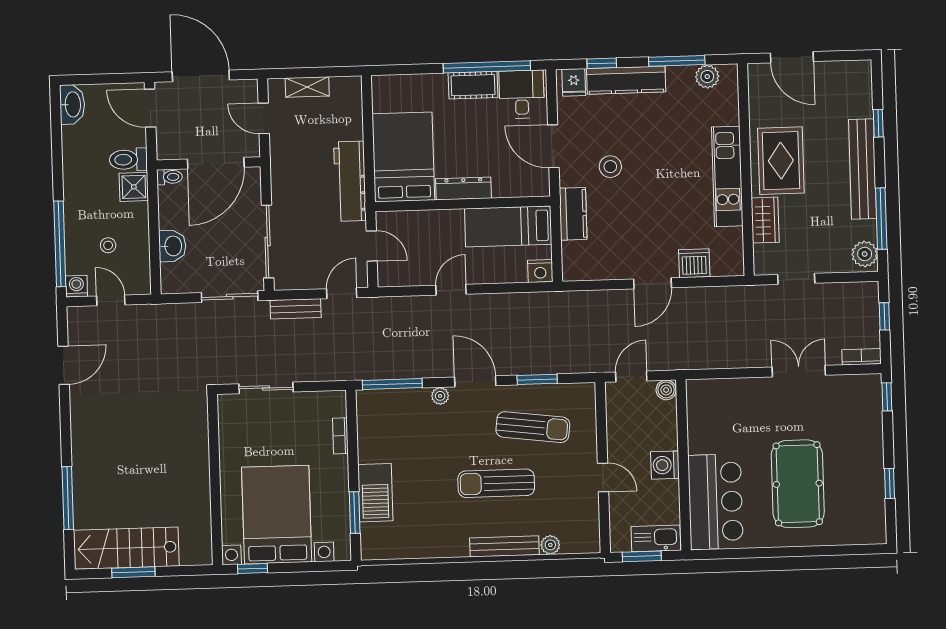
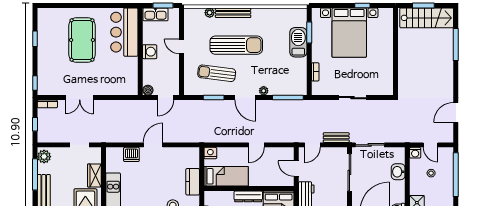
washing machine: (76, 286) -> (415, 153), moved
wall: (215, 480) -> (395, 52), moved
sun lounger: (496, 483) -> (236, 45), width x1.36, depth x1.34

